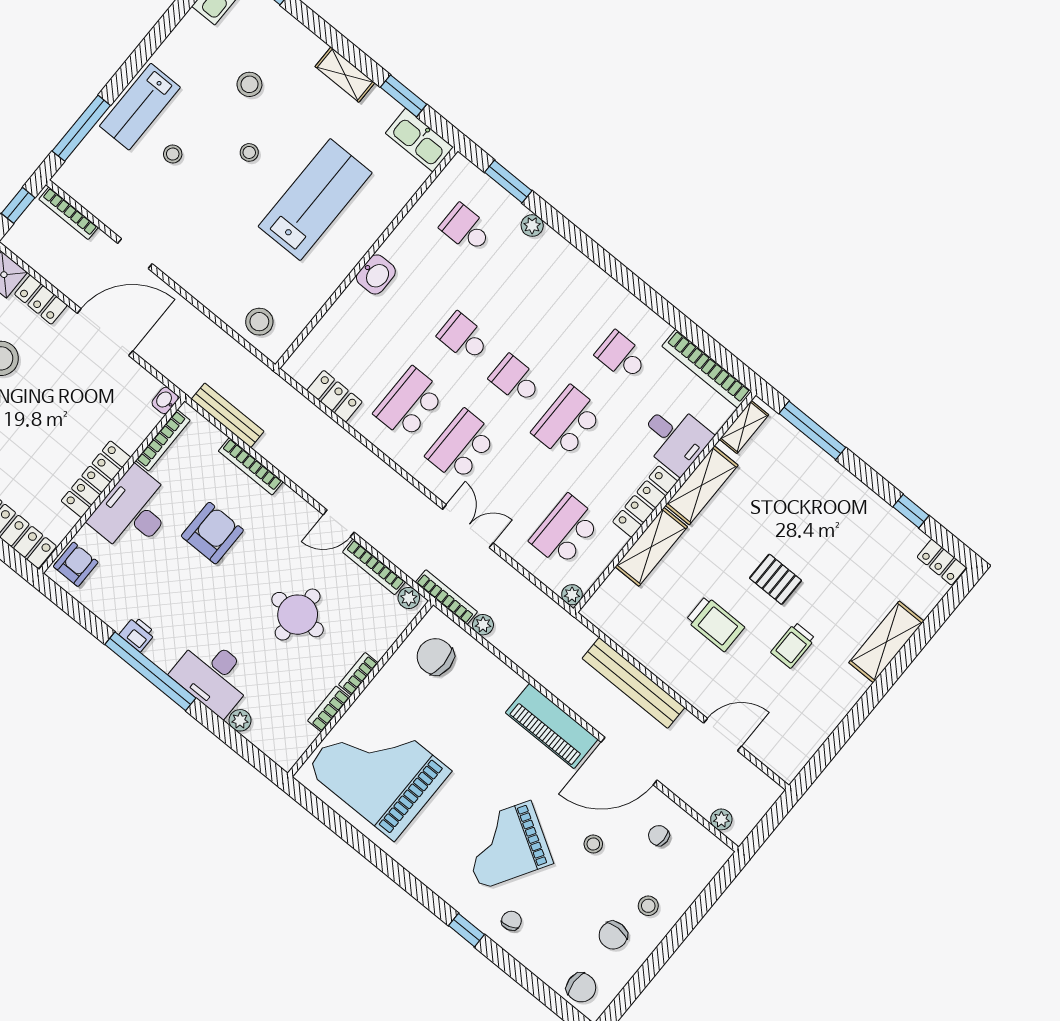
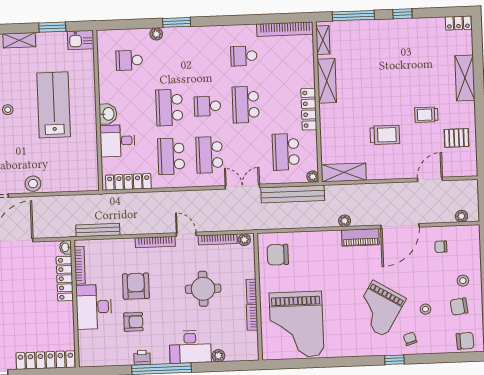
kitchen sink: (419, 140) -> (81, 40), width x0.73
window: (508, 182) -> (177, 22), moved
stool: (259, 322) -> (33, 184), moved
school desk: (464, 337) -> (169, 108), width x1.85
locker: (335, 396) -> (128, 182), width x1.53
desk: (675, 438) -> (117, 141), moved, turned 180
bookcase: (251, 466) -> (155, 242), moved
locker: (96, 479) -> (65, 279), moved
window: (911, 511) -> (402, 14), moved
door: (339, 523) -> (186, 234), swing flipped
shelving: (651, 547) -> (344, 172), moved, turned 90
armchair: (76, 564) -> (133, 322), moved, turned 90
pallet: (776, 579) -> (456, 138), moved
bookcase: (446, 597) -> (260, 225), removed
plant: (483, 625) -> (345, 221), moved
trolley: (793, 645) -> (426, 115), turned 90
bench: (633, 683) -> (293, 194), moved
piano: (552, 726) -> (360, 237), width x0.73, depth x0.75
grand piano: (379, 770) -> (296, 325), turned -90
stool: (593, 844) -> (425, 309), moved
chair: (613, 935) -> (459, 307), turned 83

